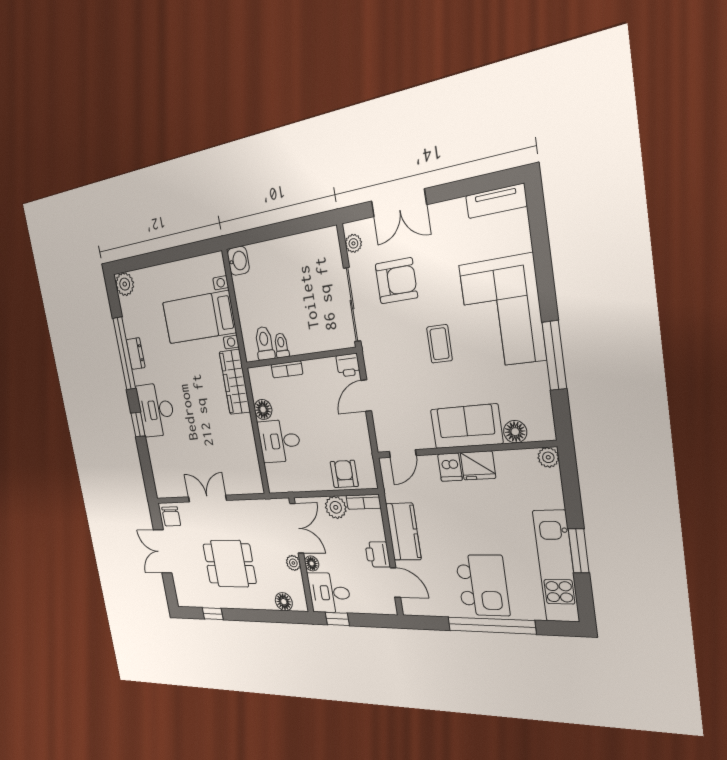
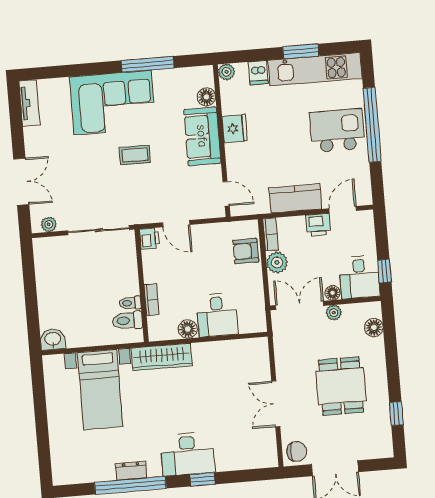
armchair: (396, 281) -> (82, 188), removed
plant: (125, 284) -> (63, 474), removed
dishwasher: (450, 467) -> (258, 73), moved, turned 90

